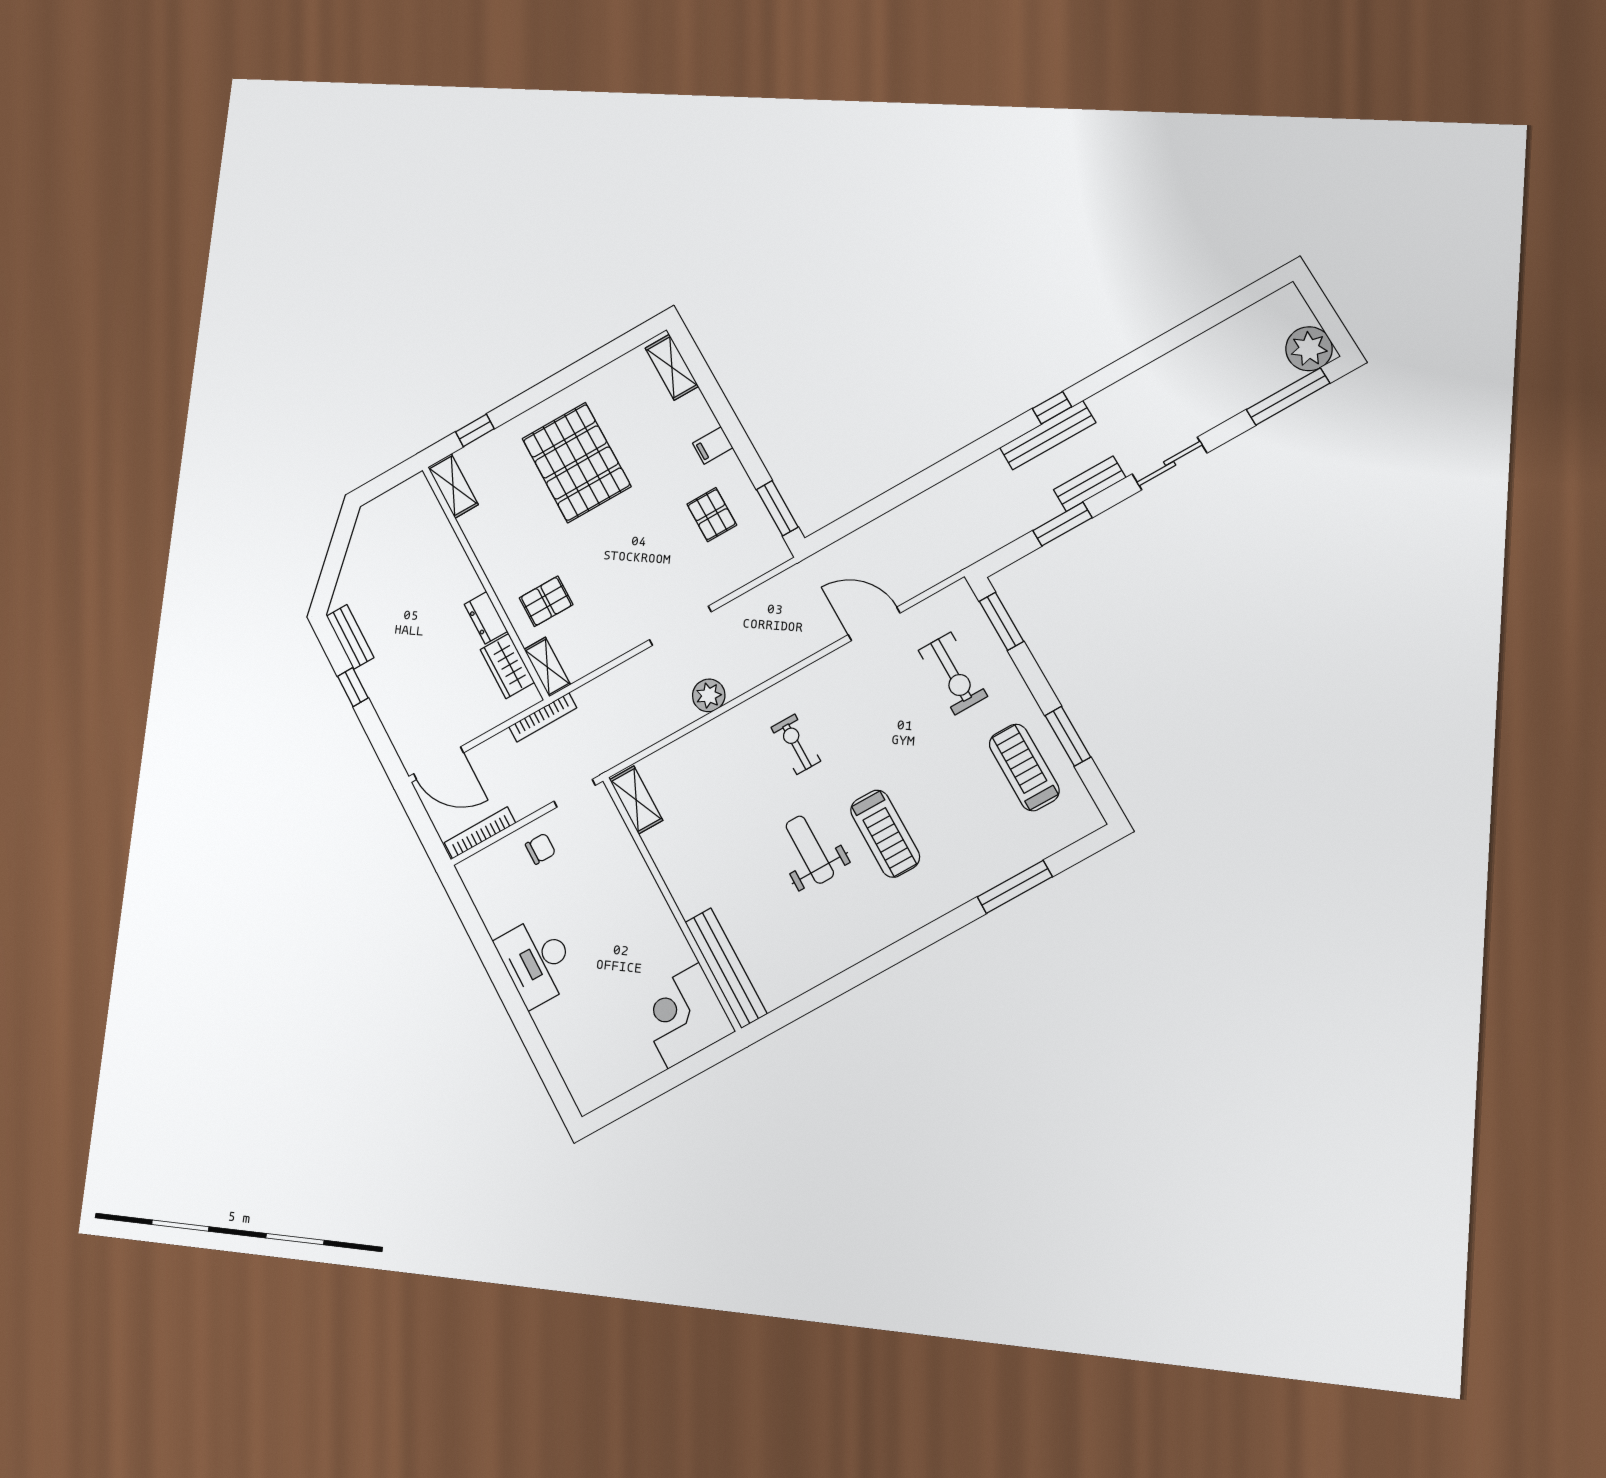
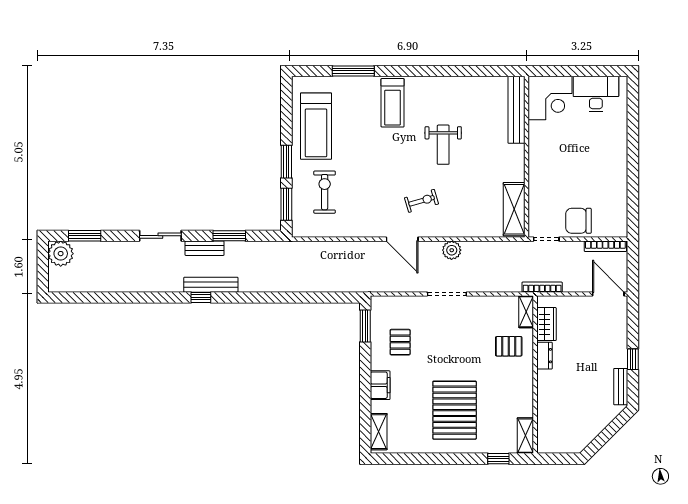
window: (1288, 396) -> (85, 236), width x0.69
filing cabinet: (713, 445) -> (380, 385), width x2.00
door: (874, 624) -> (402, 239), moved
window: (1068, 736) -> (286, 162), moved
exercise bike: (796, 744) -> (422, 201), turned -106
treadmill: (1024, 767) -> (316, 126), width x1.37, depth x1.38
shelving: (636, 800) -> (514, 209), width x1.50, depth x1.33
treadmill: (885, 834) -> (393, 103), moved, turned 180
chair: (540, 849) -> (579, 221), width x1.87, depth x1.87
desk: (537, 961) -> (596, 94), moved, turned -90

